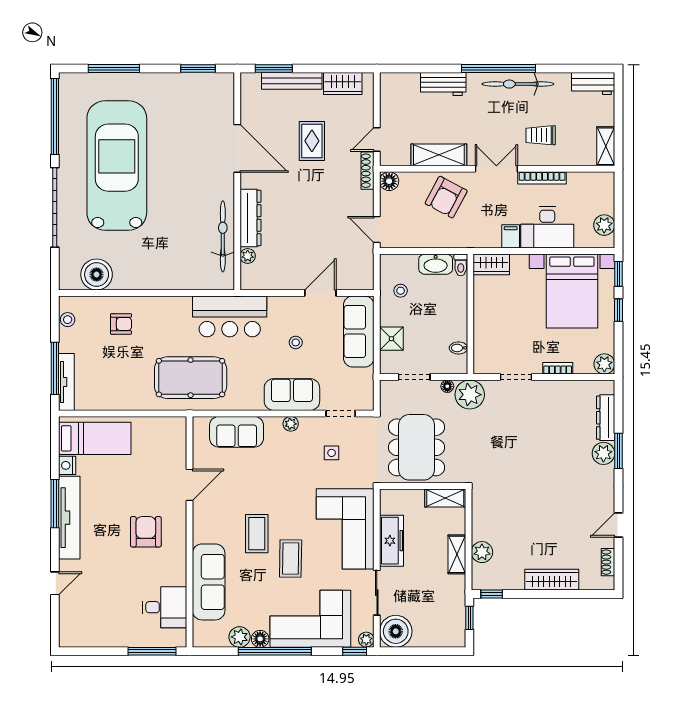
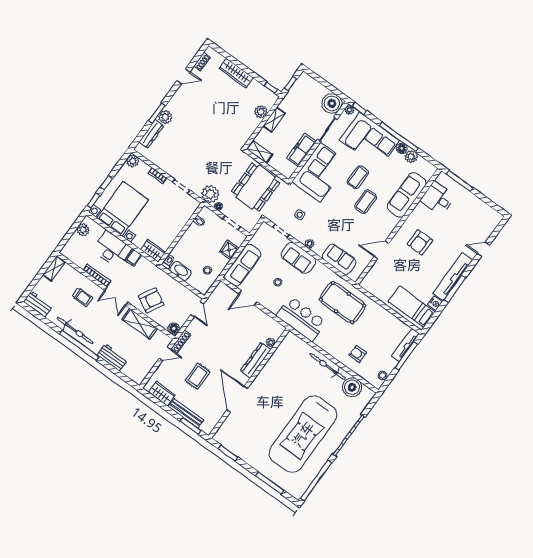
bicycle: (223, 236) -> (327, 366), moved, turned 90

